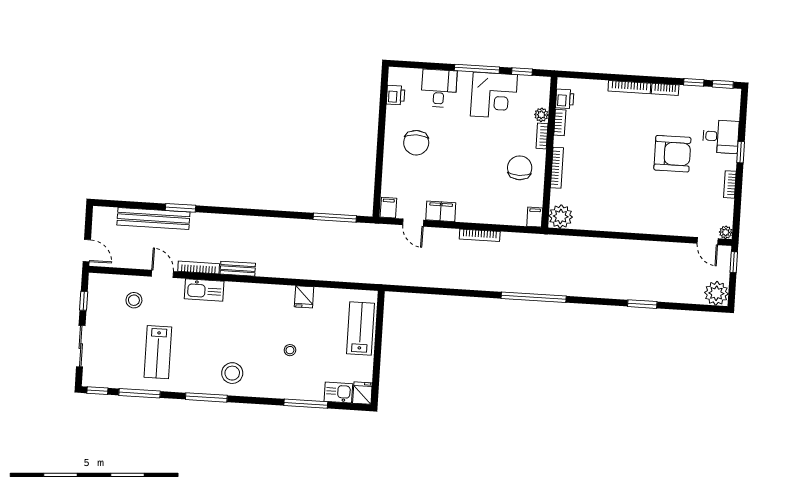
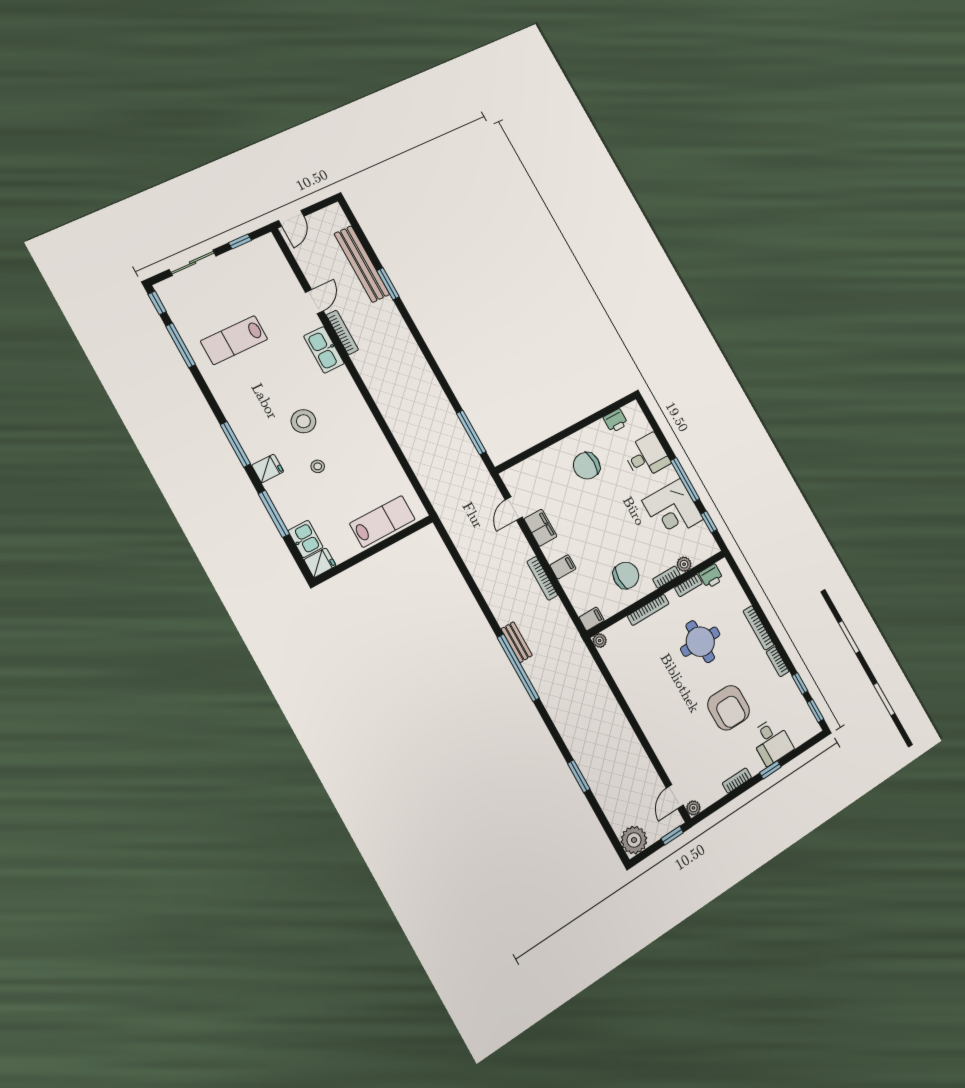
round table: (608, 142) -> (700, 642), added
filing cabinet: (388, 208) -> (563, 567), moved
plant: (561, 216) -> (600, 641), width x0.53, depth x0.53
bench: (238, 269) -> (517, 642), moved
fridge: (304, 297) -> (268, 468), moved, turned 180
stool: (134, 300) -> (271, 289), removed
stool: (232, 373) -> (303, 421), moved
window: (206, 397) -> (235, 444), moved

